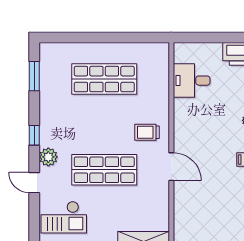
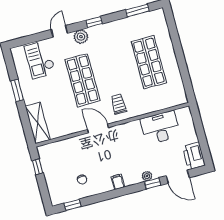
desk: (192, 81) -> (160, 128), width x1.37
door: (171, 167) -> (98, 129), swing flipped
chair: (231, 204) -> (82, 179), added

